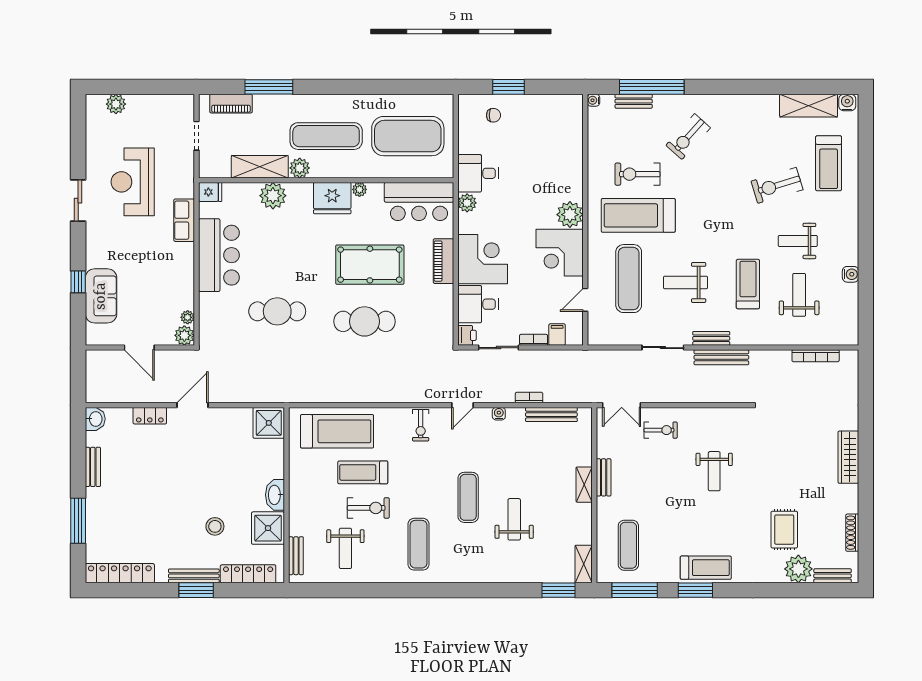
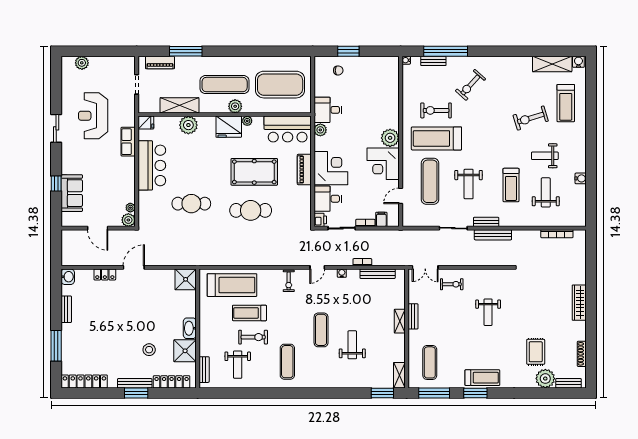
plant: (300, 168) -> (235, 106), moved
weight bench: (685, 282) -> (469, 184), turned -90
treadmill: (748, 284) -> (511, 185), turned 180

